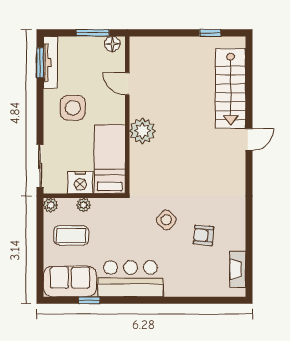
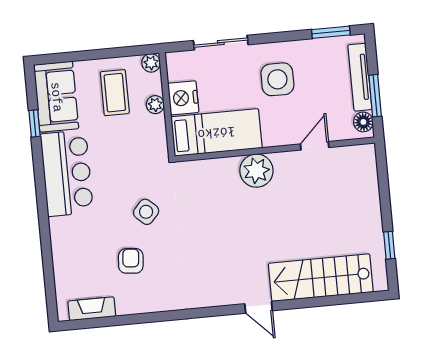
tv unit: (51, 62) -> (360, 77), moved, turned 90
sliding door: (40, 166) -> (221, 43), moved

